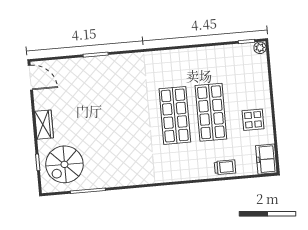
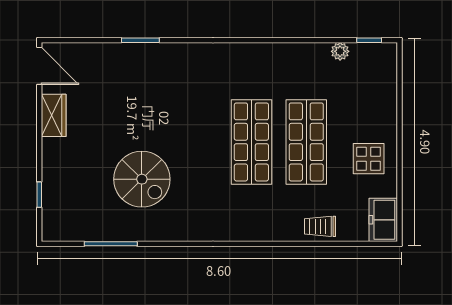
plant: (260, 48) -> (340, 51), moved
wardrobe: (44, 125) -> (54, 115), moved
spiral stairs: (64, 164) -> (142, 179), moved, turned -90
trolley: (225, 167) -> (320, 226), turned 180

